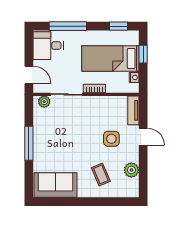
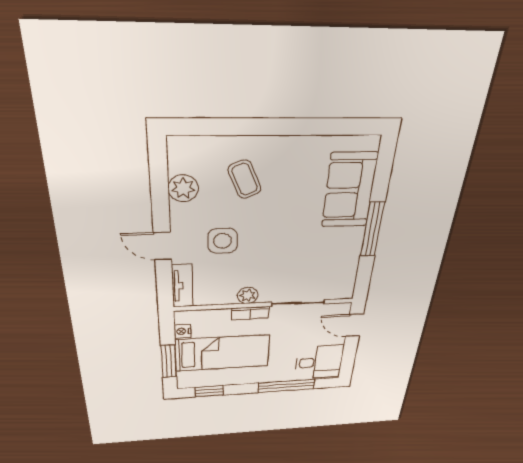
window: (143, 54) -> (169, 361), width x1.50
plant: (44, 102) -> (248, 295), moved
sofa: (56, 185) -> (349, 190), moved, turned 90

